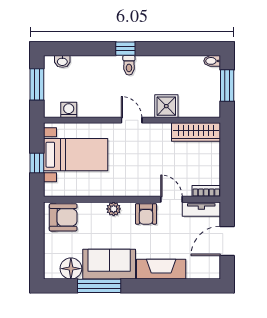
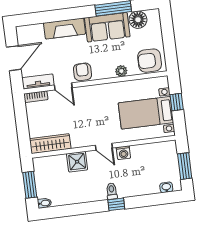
washing machine: (69, 110) -> (123, 153), moved
plant: (114, 209) -> (121, 71), moved

